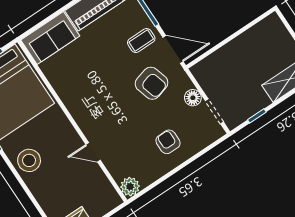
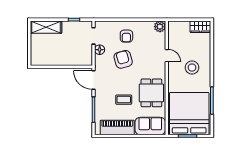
coffee table: (141, 41) -> (124, 100), moved
armchair: (152, 83) -> (123, 59), moved
dining table: (80, 86) -> (151, 93), added
stool: (29, 160) -> (192, 68), moved

